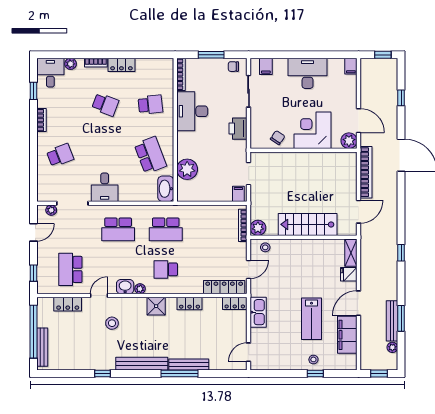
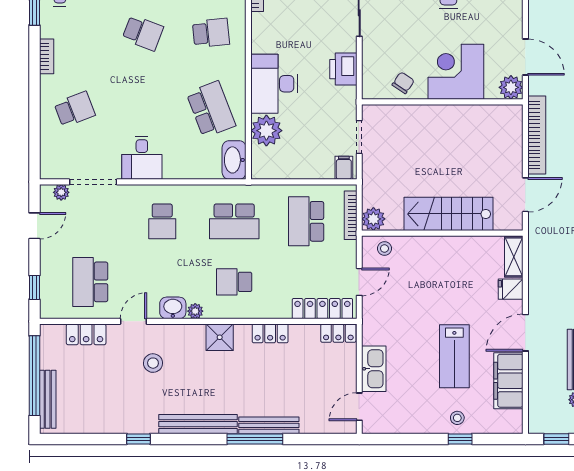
desk: (192, 111) -> (274, 84), moved
school desk: (118, 229) -> (162, 221), width x0.54
school desk: (213, 229) -> (306, 221), added
kitchen sink: (258, 312) -> (374, 369), moved

